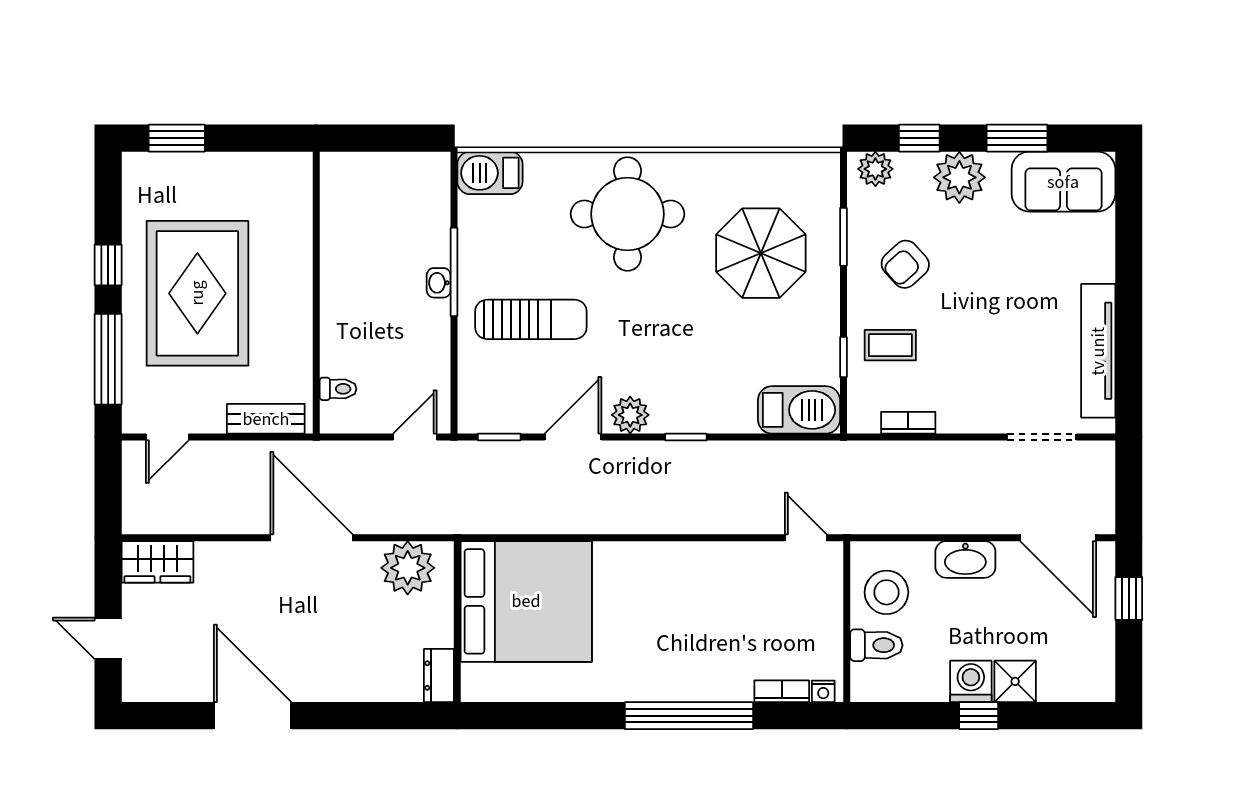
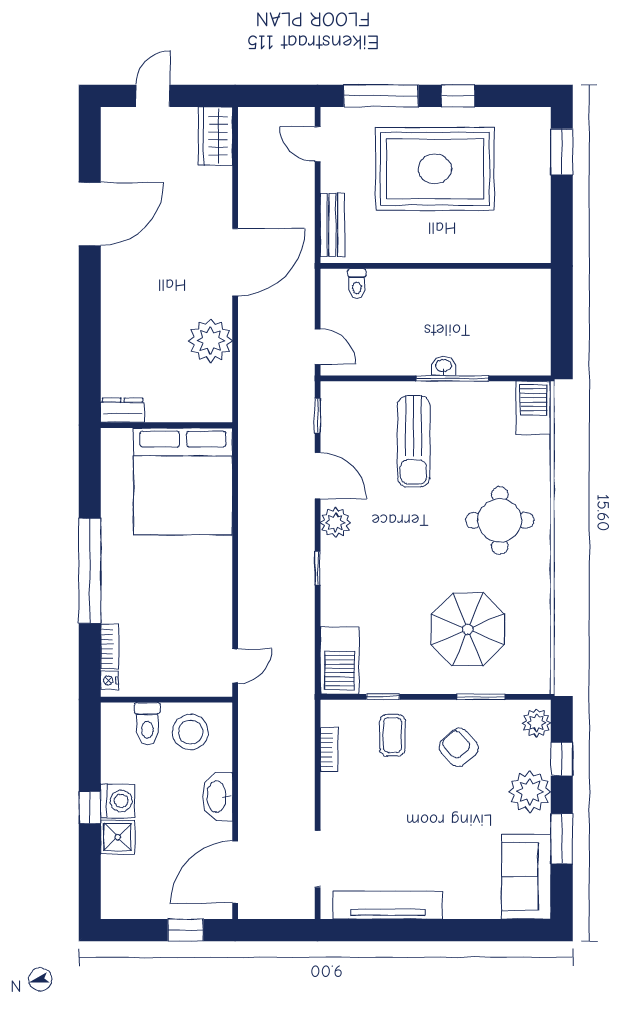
round table: (628, 214) -> (500, 520), width x0.73, depth x0.73
bed: (526, 601) -> (183, 482), moved
wall: (457, 622) -> (167, 425), moved
dresser: (439, 676) -> (123, 410), moved

